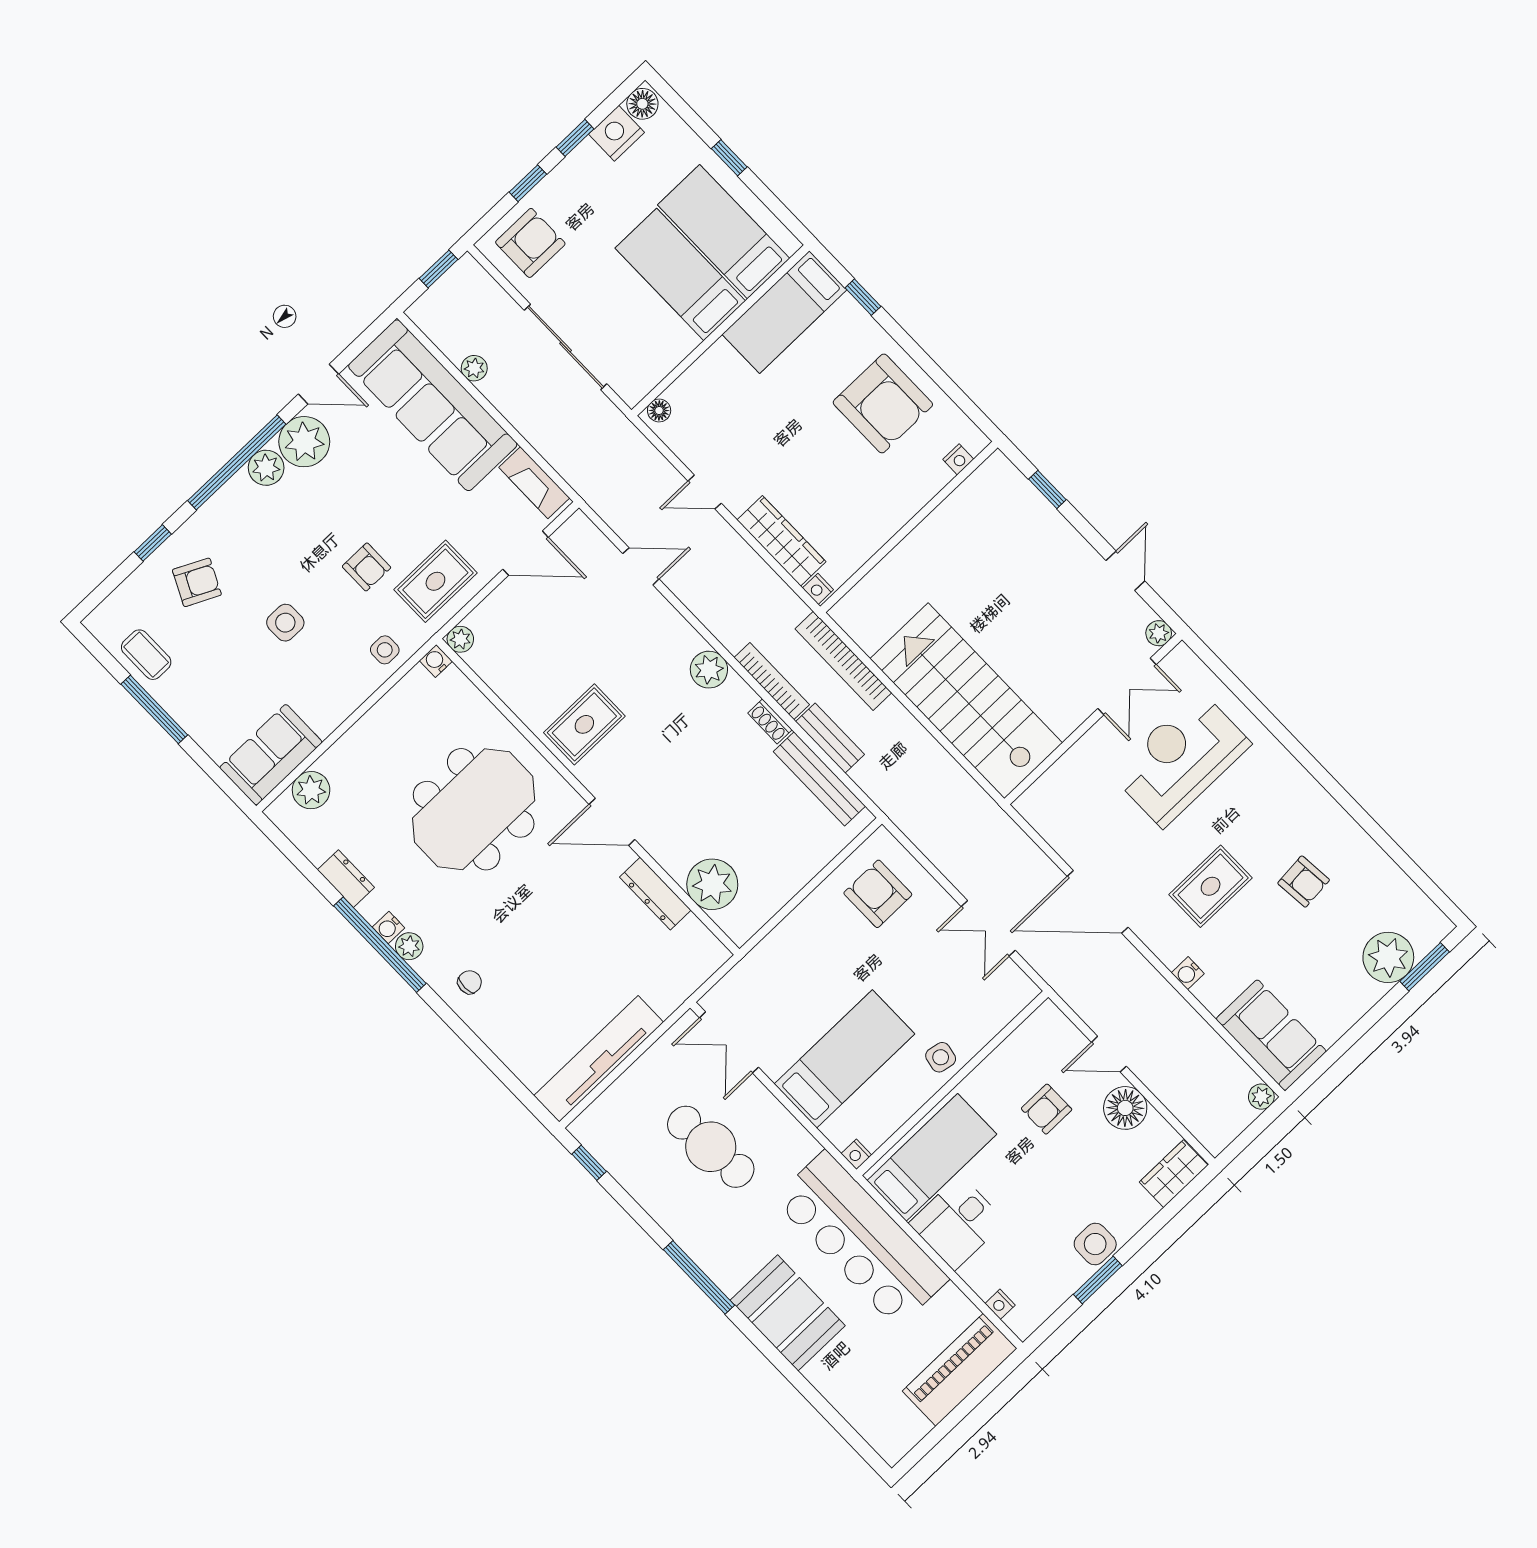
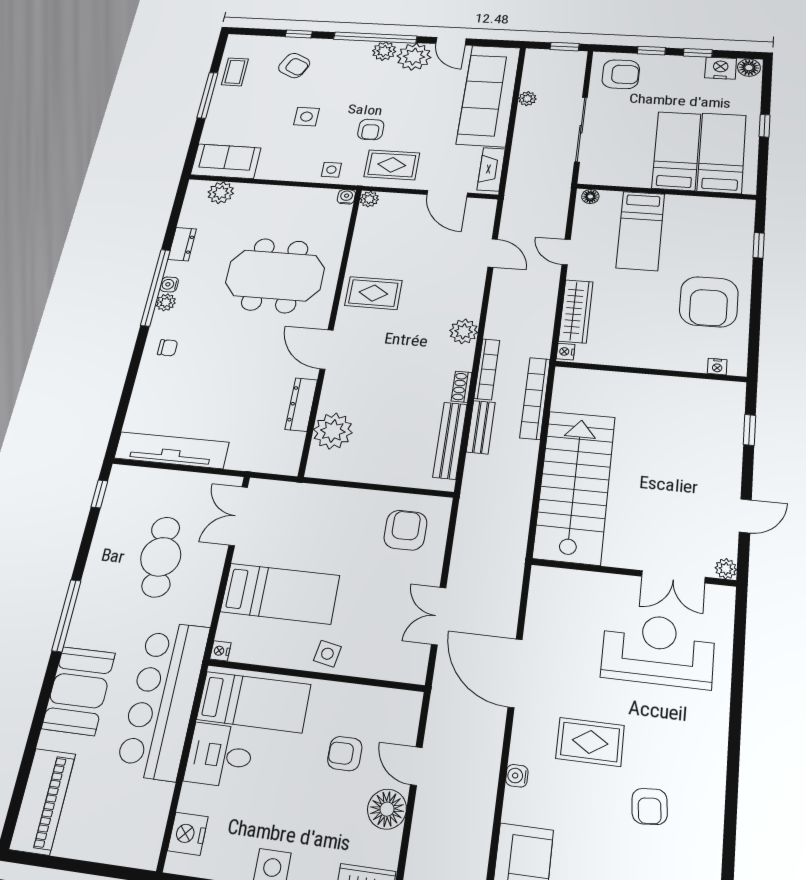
bed: (784, 312) -> (640, 231), moved, turned -90
nightstand: (1000, 1304) -> (188, 834), width x1.89, depth x1.79
piano: (960, 1370) -> (43, 801), moved, turned 90

